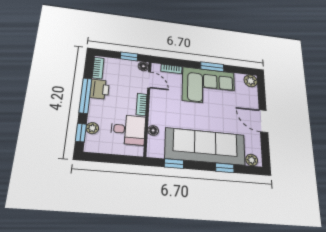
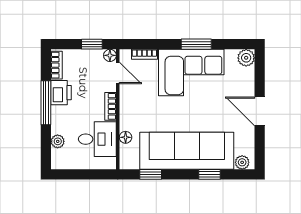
window: (81, 133) -> (46, 148), removed

